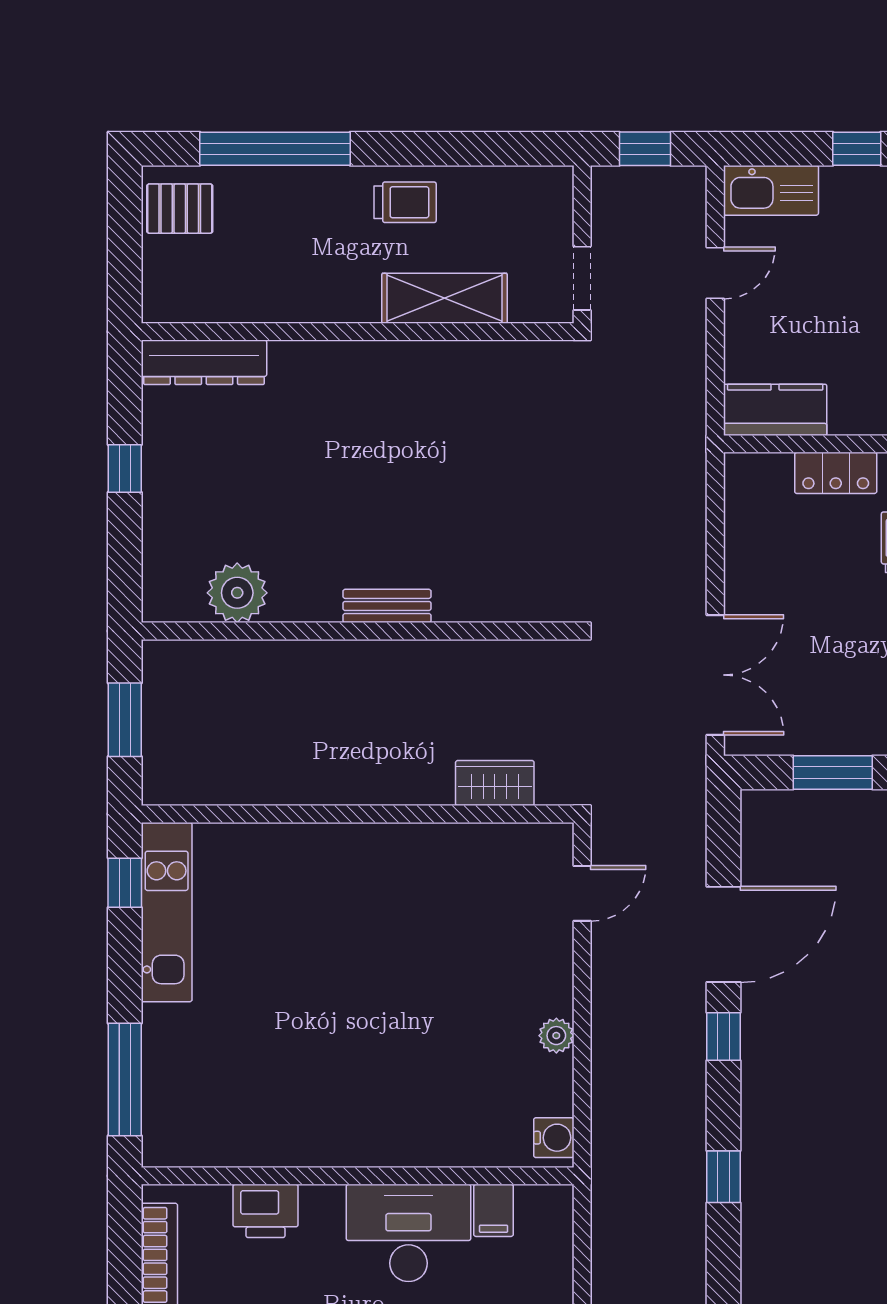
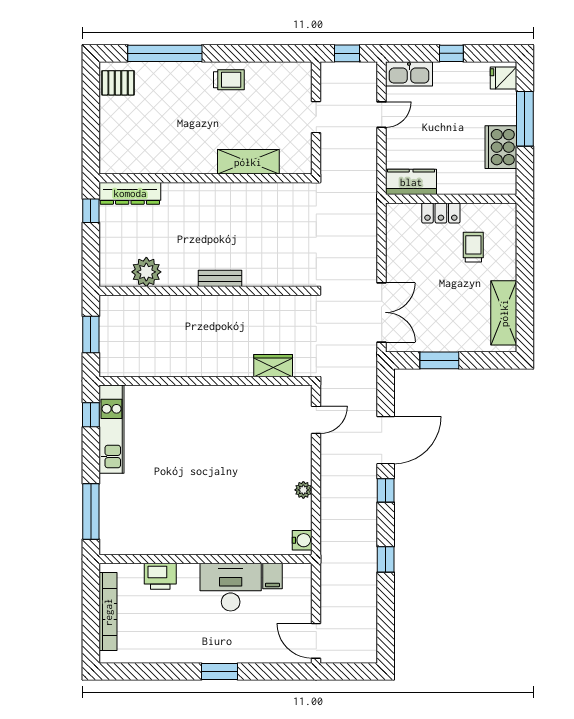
shelving: (445, 298) -> (248, 162), moved
wall: (358, 332) -> (206, 178), moved
dresser: (204, 362) -> (130, 193), moved

